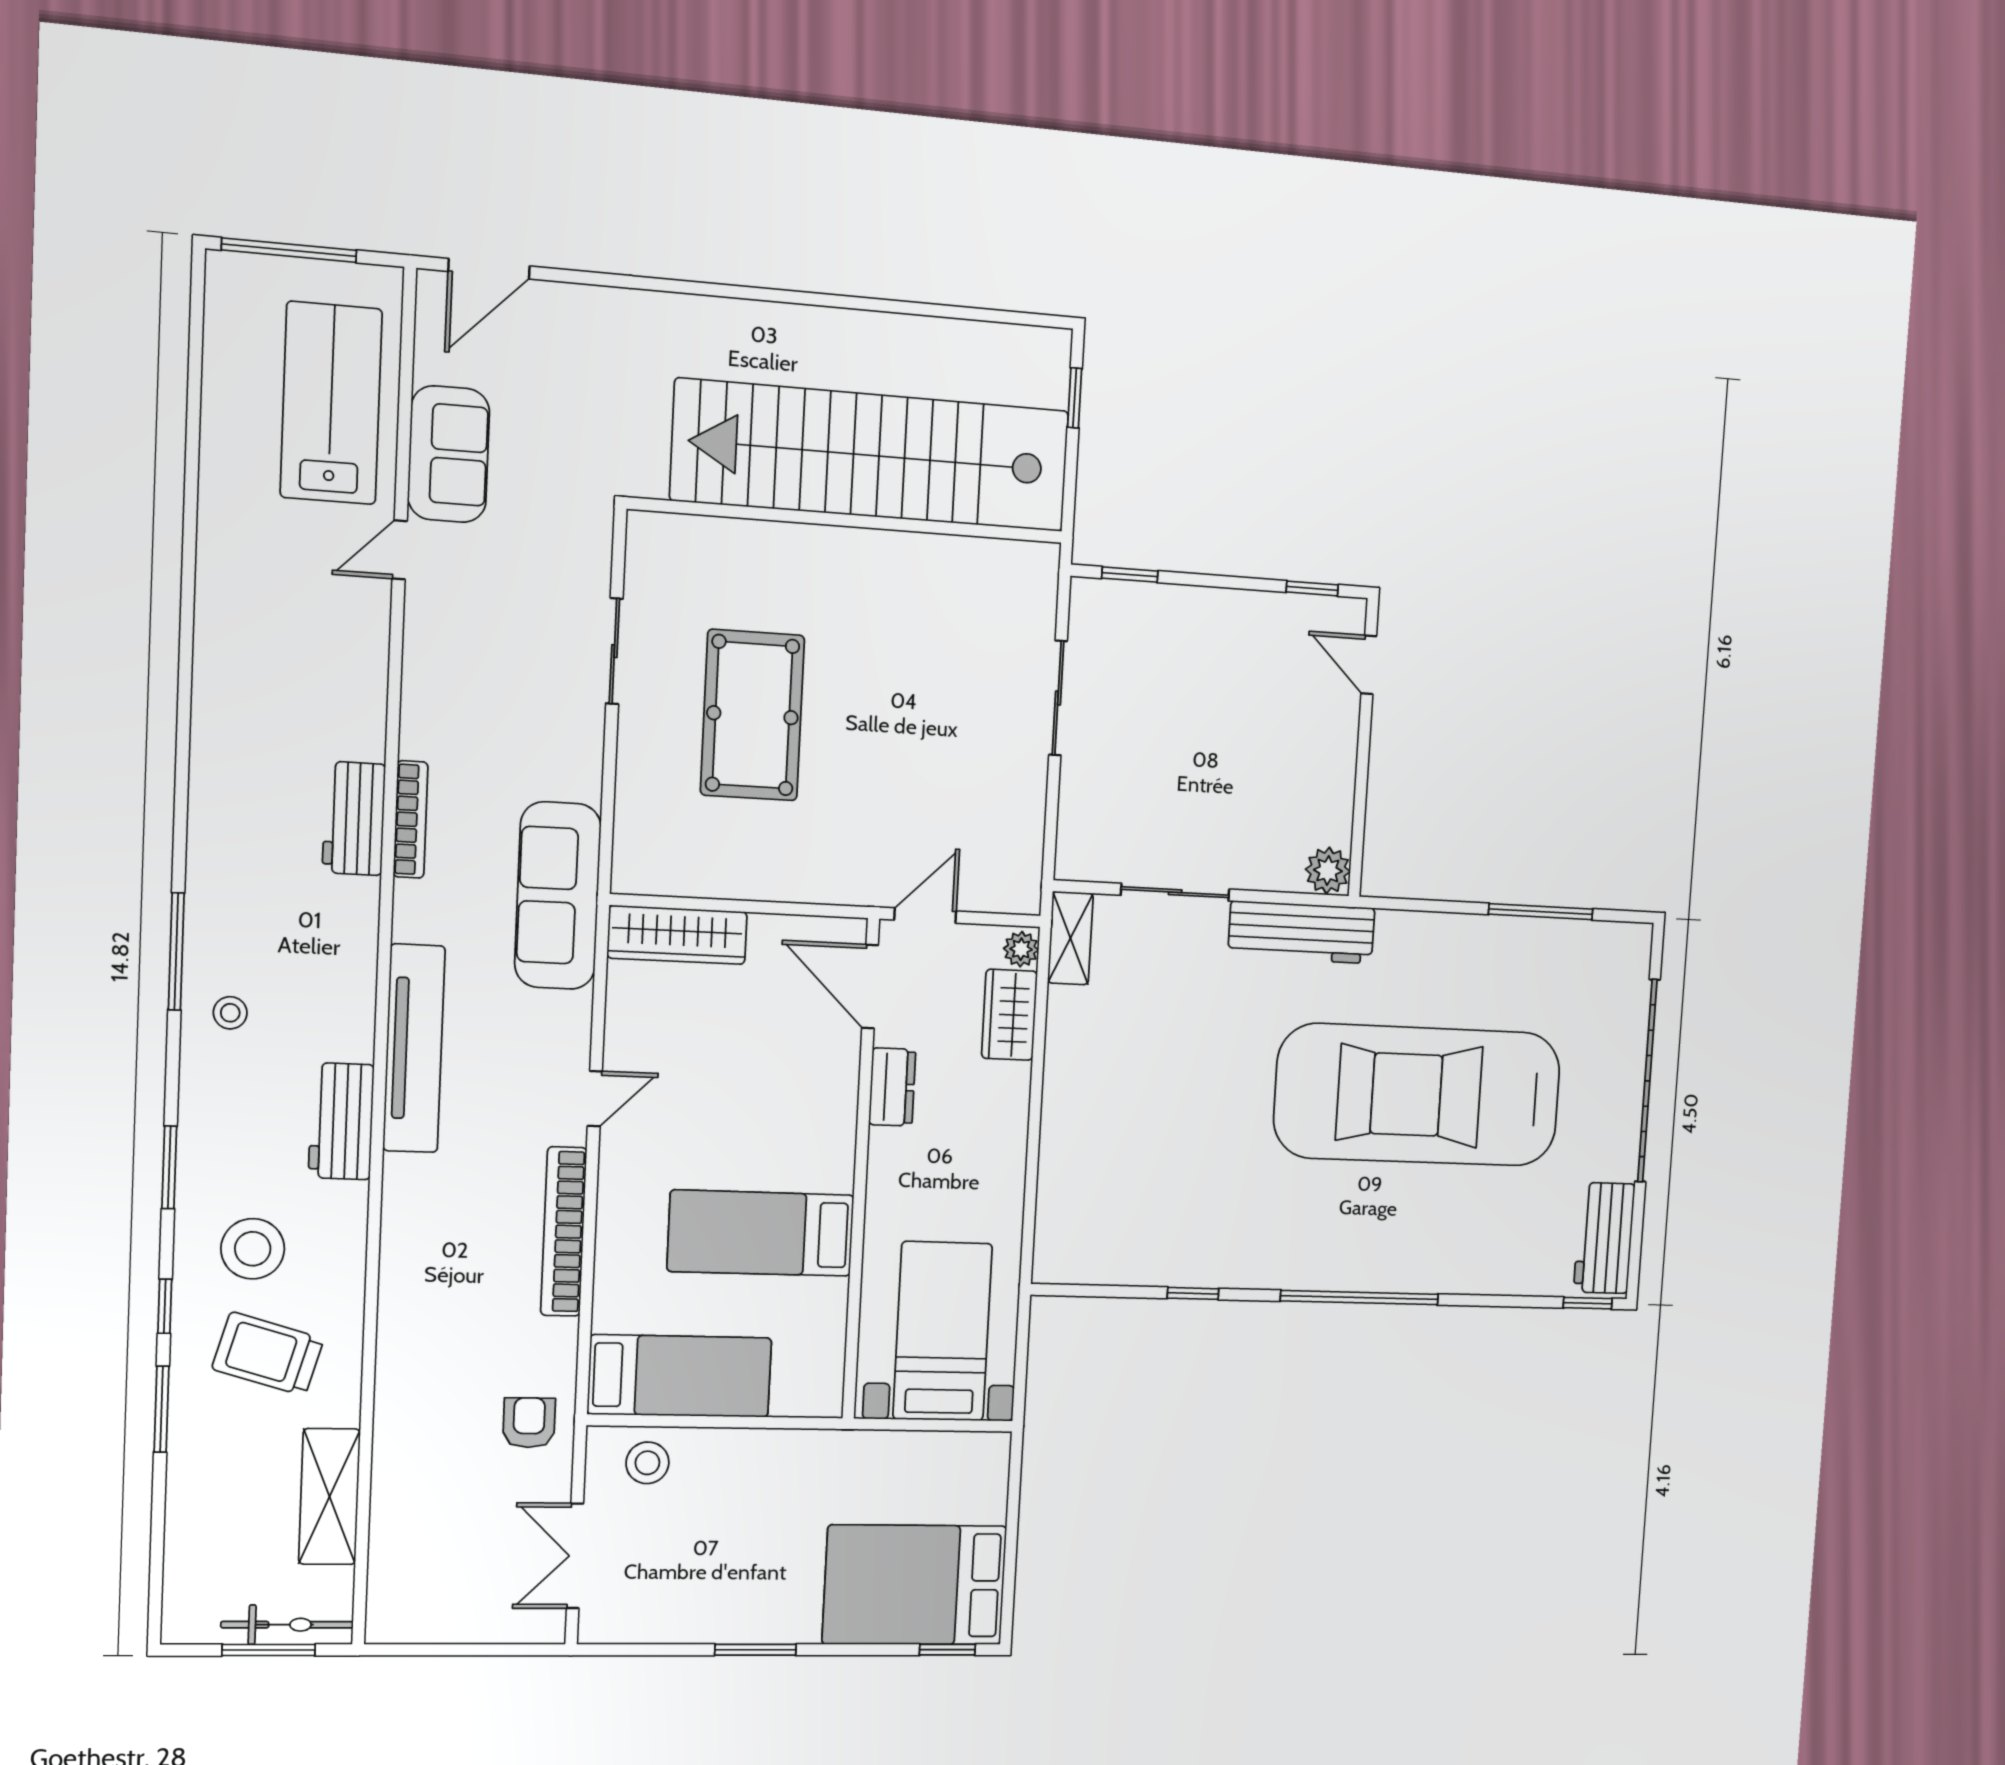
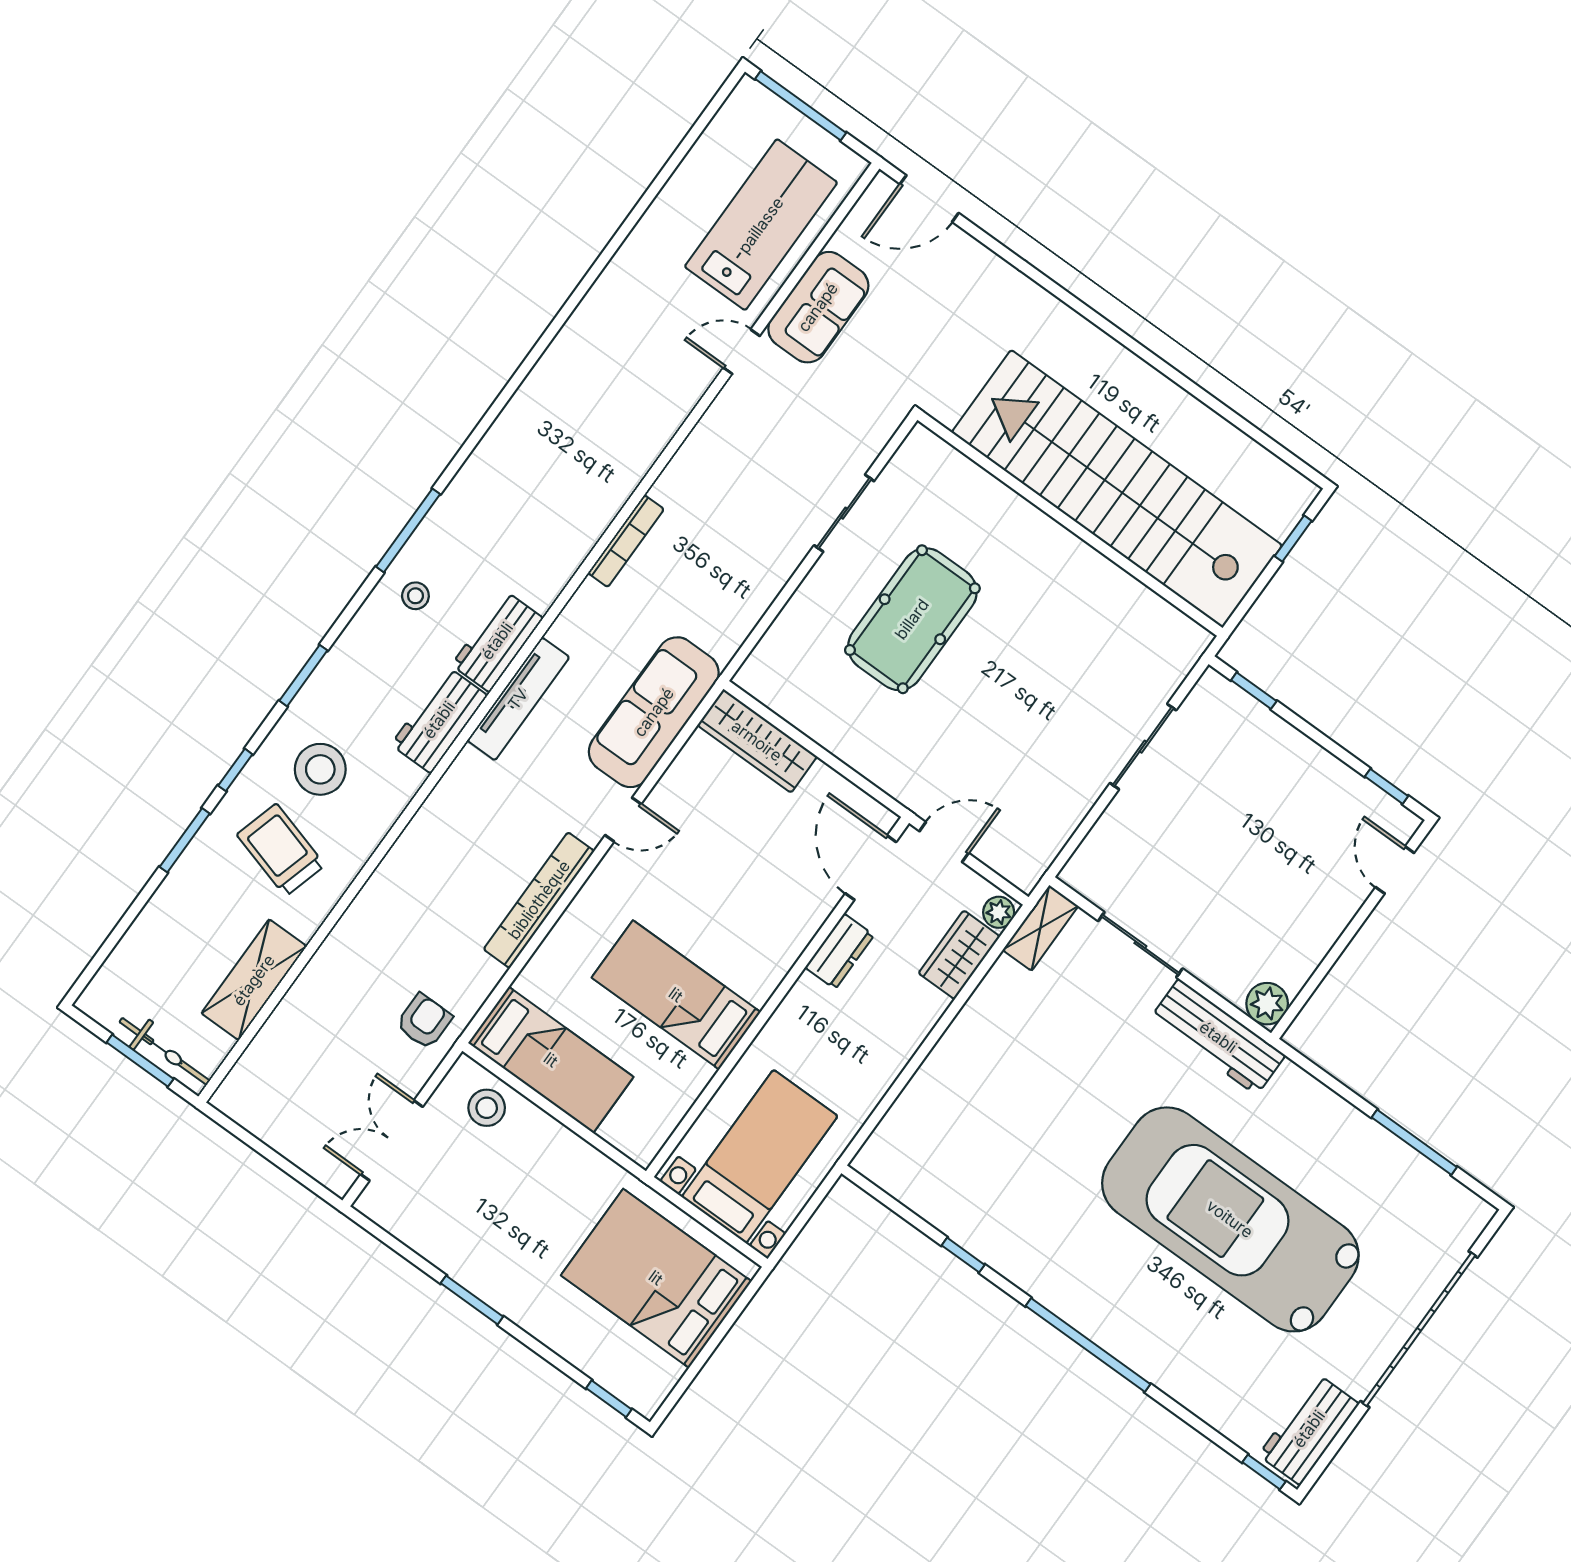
workbench: (354, 818) -> (497, 641), moved
sofa: (558, 896) -> (654, 712), moved
tv unit: (414, 1048) -> (518, 699), width x0.73, depth x0.78
bed: (915, 1585) -> (656, 1278), moved

